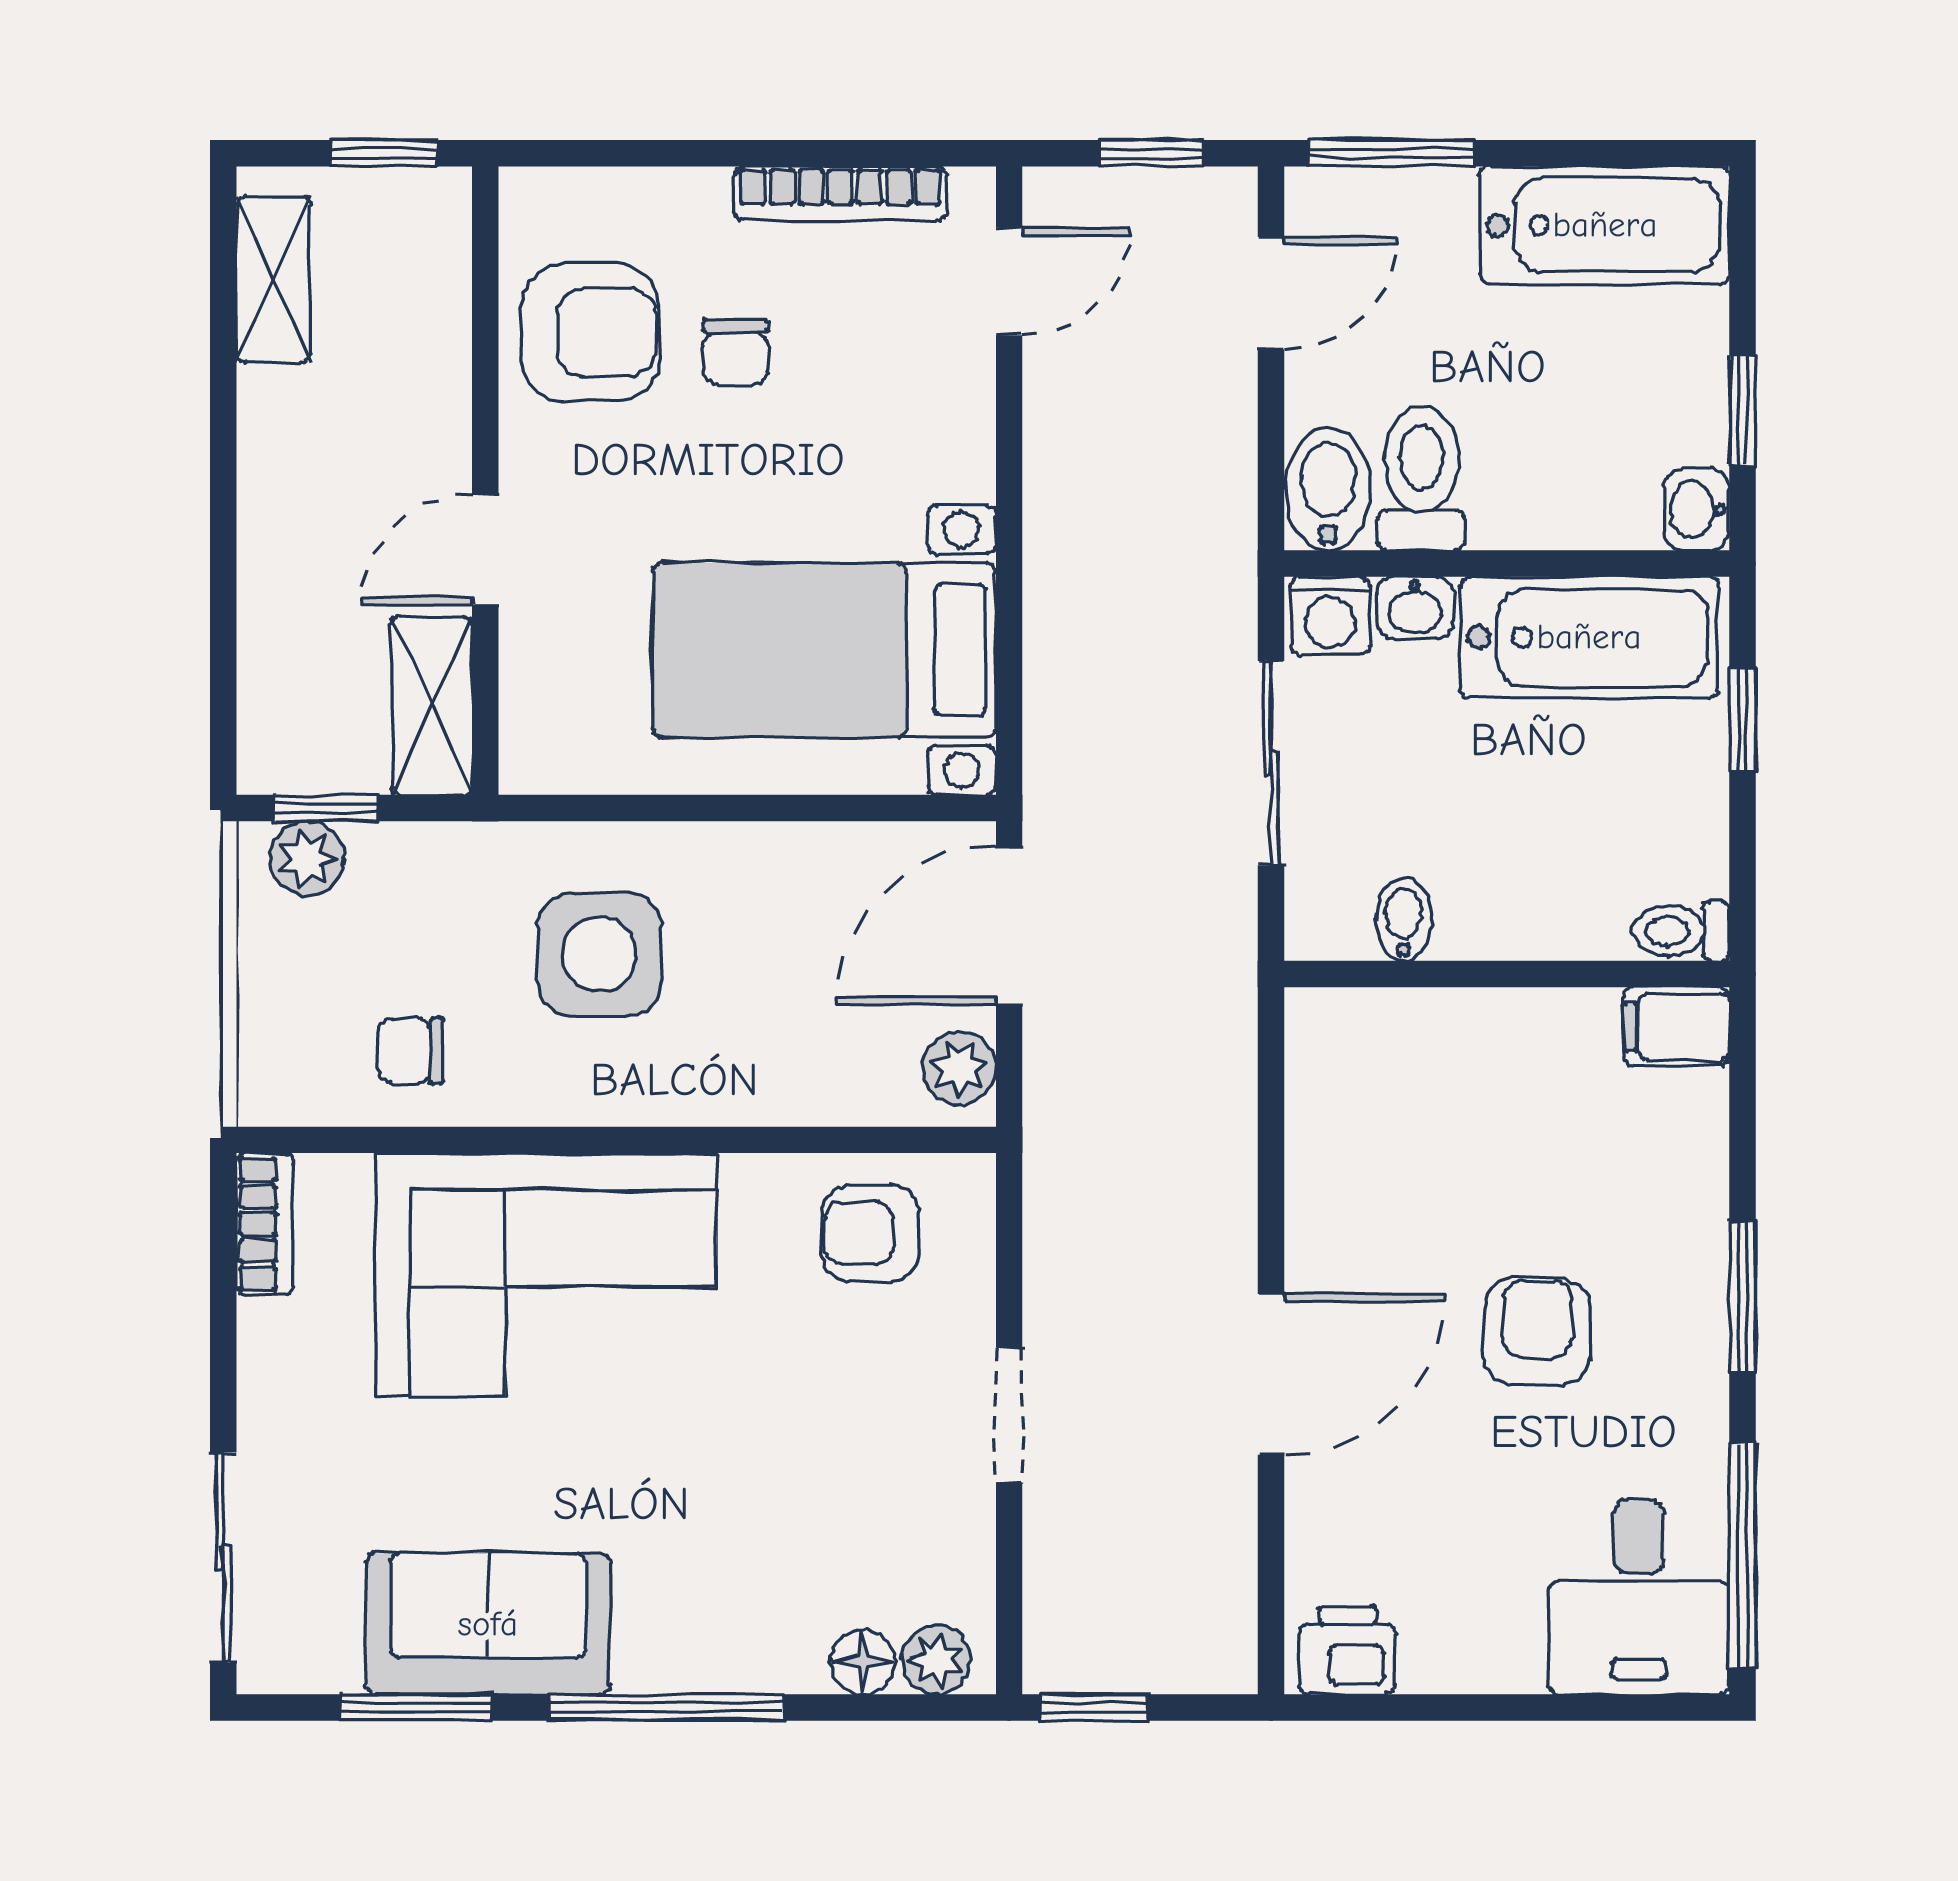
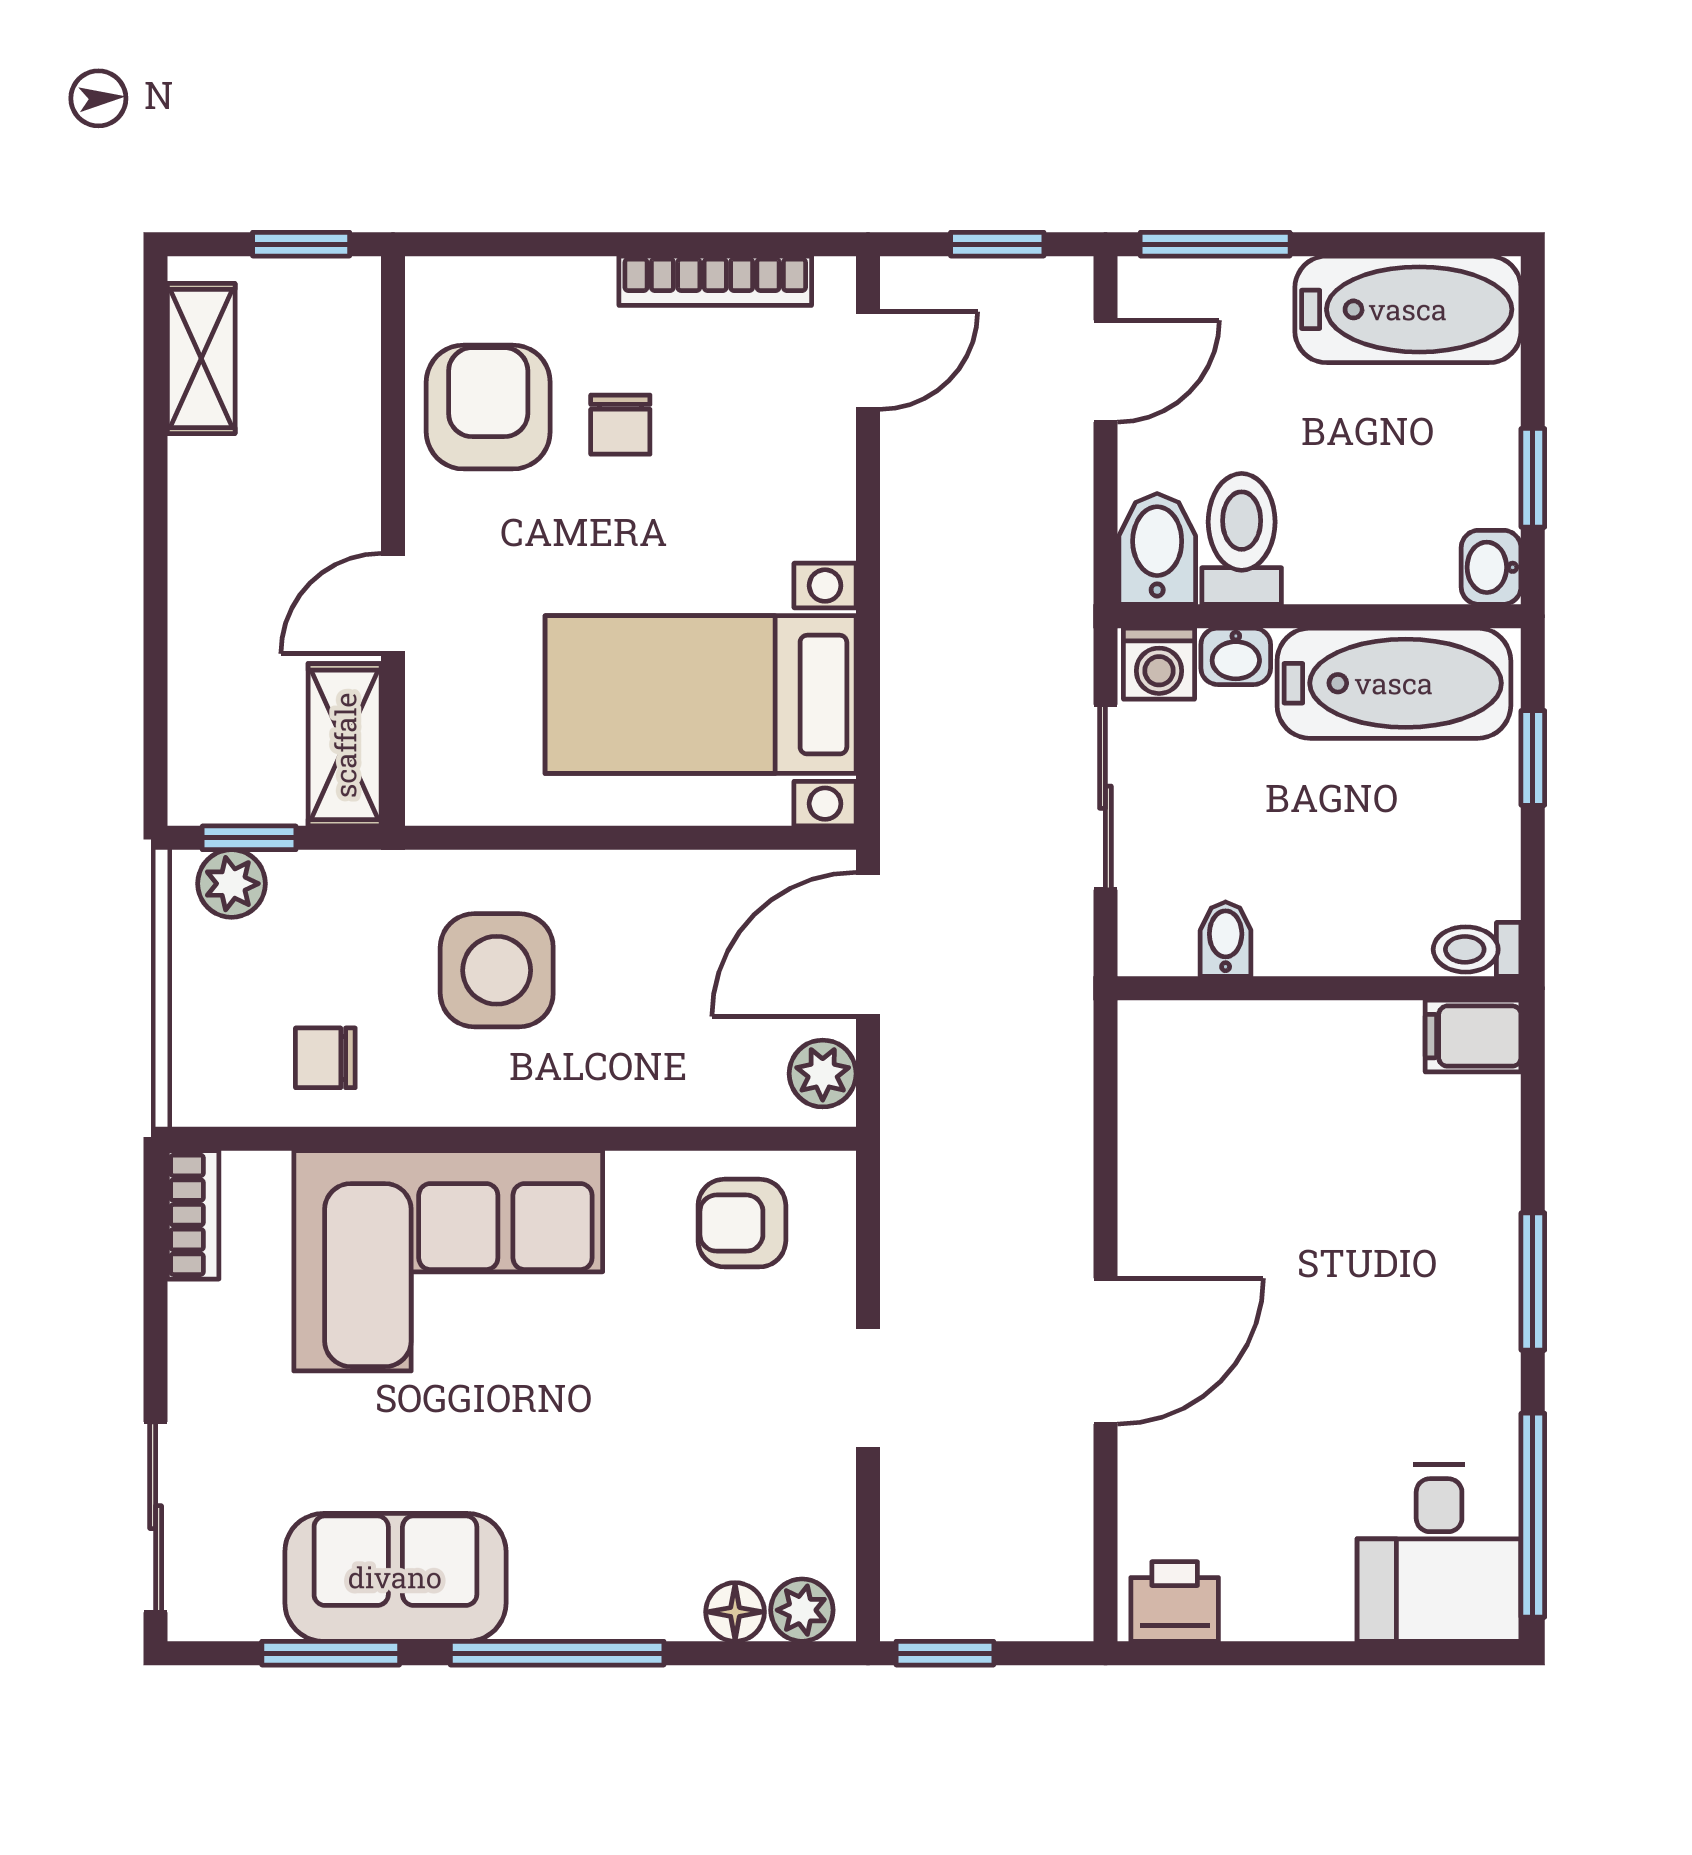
armchair: (590, 333) -> (488, 407), turned -90
armchair: (1537, 1332) -> (1347, 1313), removed

